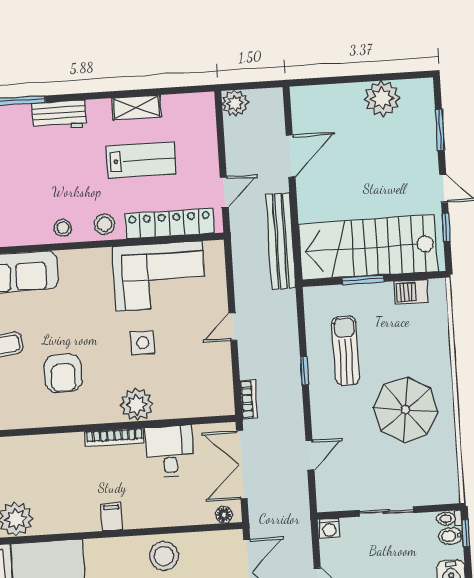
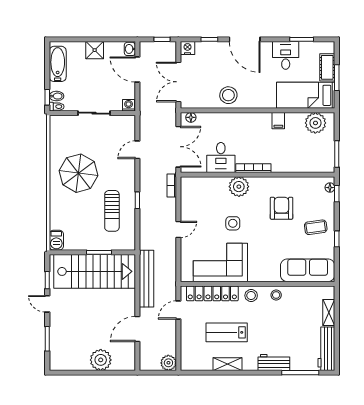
plant: (382, 98) -> (101, 360), moved
barbecue: (411, 292) -> (56, 240), moved, turned 90
filing cabinet: (112, 517) -> (278, 121), moved

